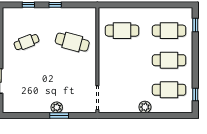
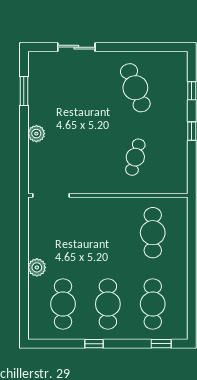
cafe table: (26, 42) -> (135, 88), width x1.37, depth x1.35
cafe table: (72, 42) -> (135, 157), width x0.73, depth x0.74
window: (195, 95) -> (94, 344), moved
window: (59, 116) -> (24, 91), moved

